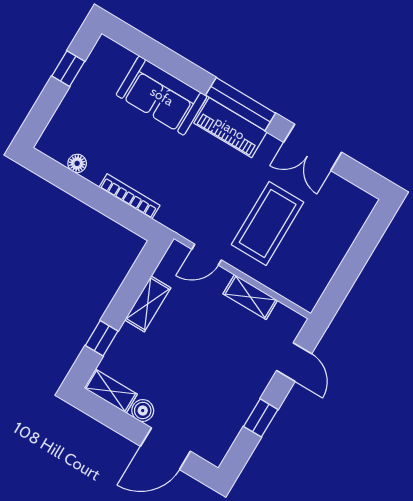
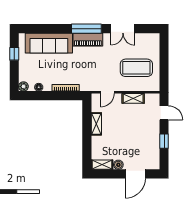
sofa: (162, 96) -> (49, 43), width x1.36
plant: (48, 144) -> (23, 86), added
coffee table: (268, 223) -> (136, 68), moved, turned 90
window: (102, 338) -> (87, 147), removed

